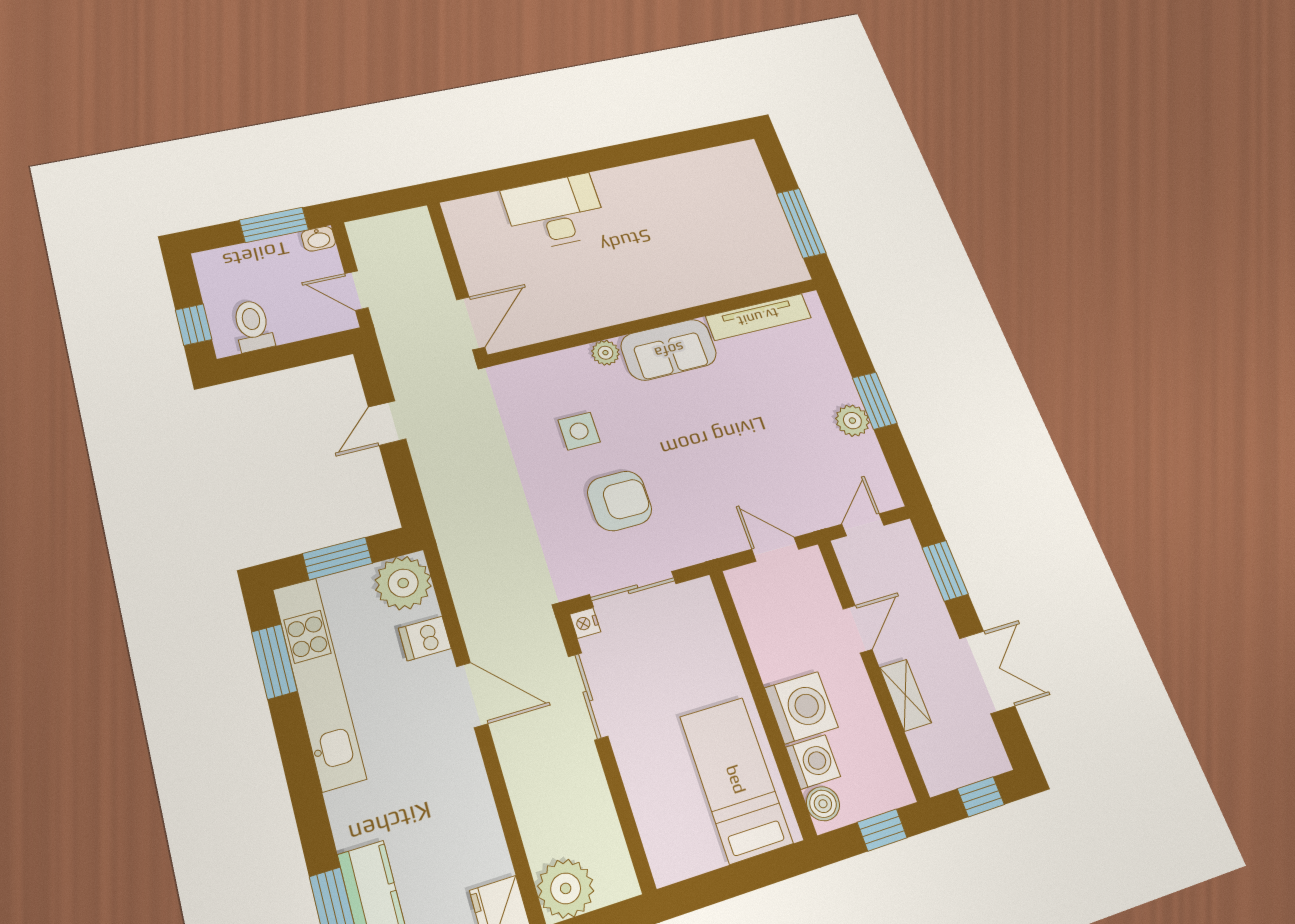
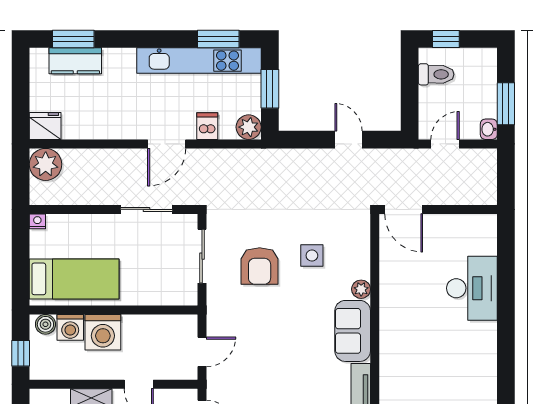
plant: (403, 583) -> (249, 127), width x0.73, depth x0.73
nightstand: (585, 623) -> (37, 221), moved

